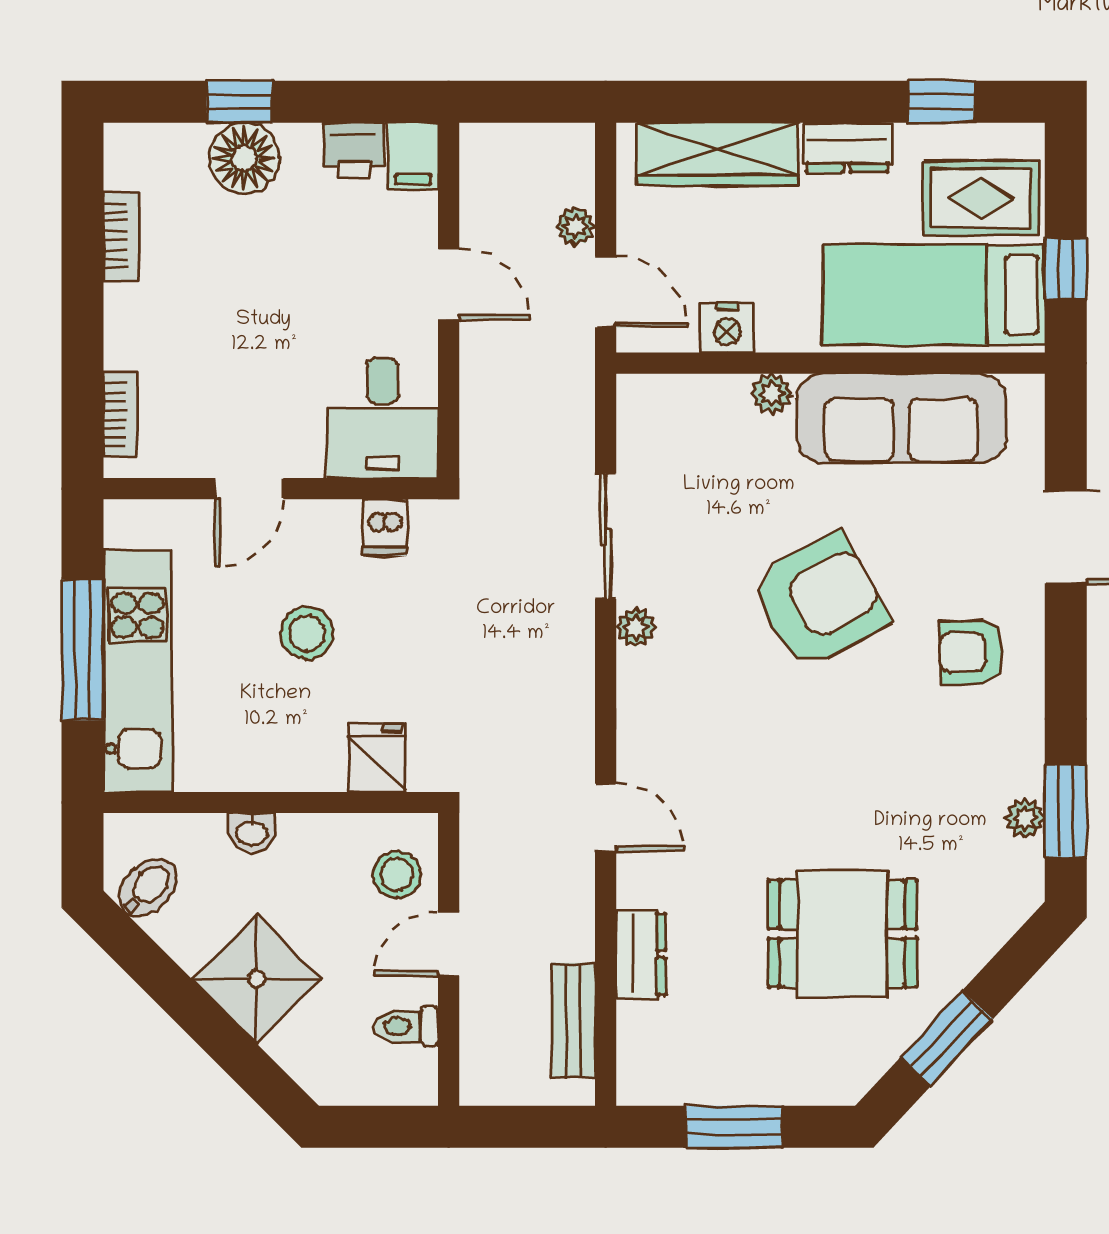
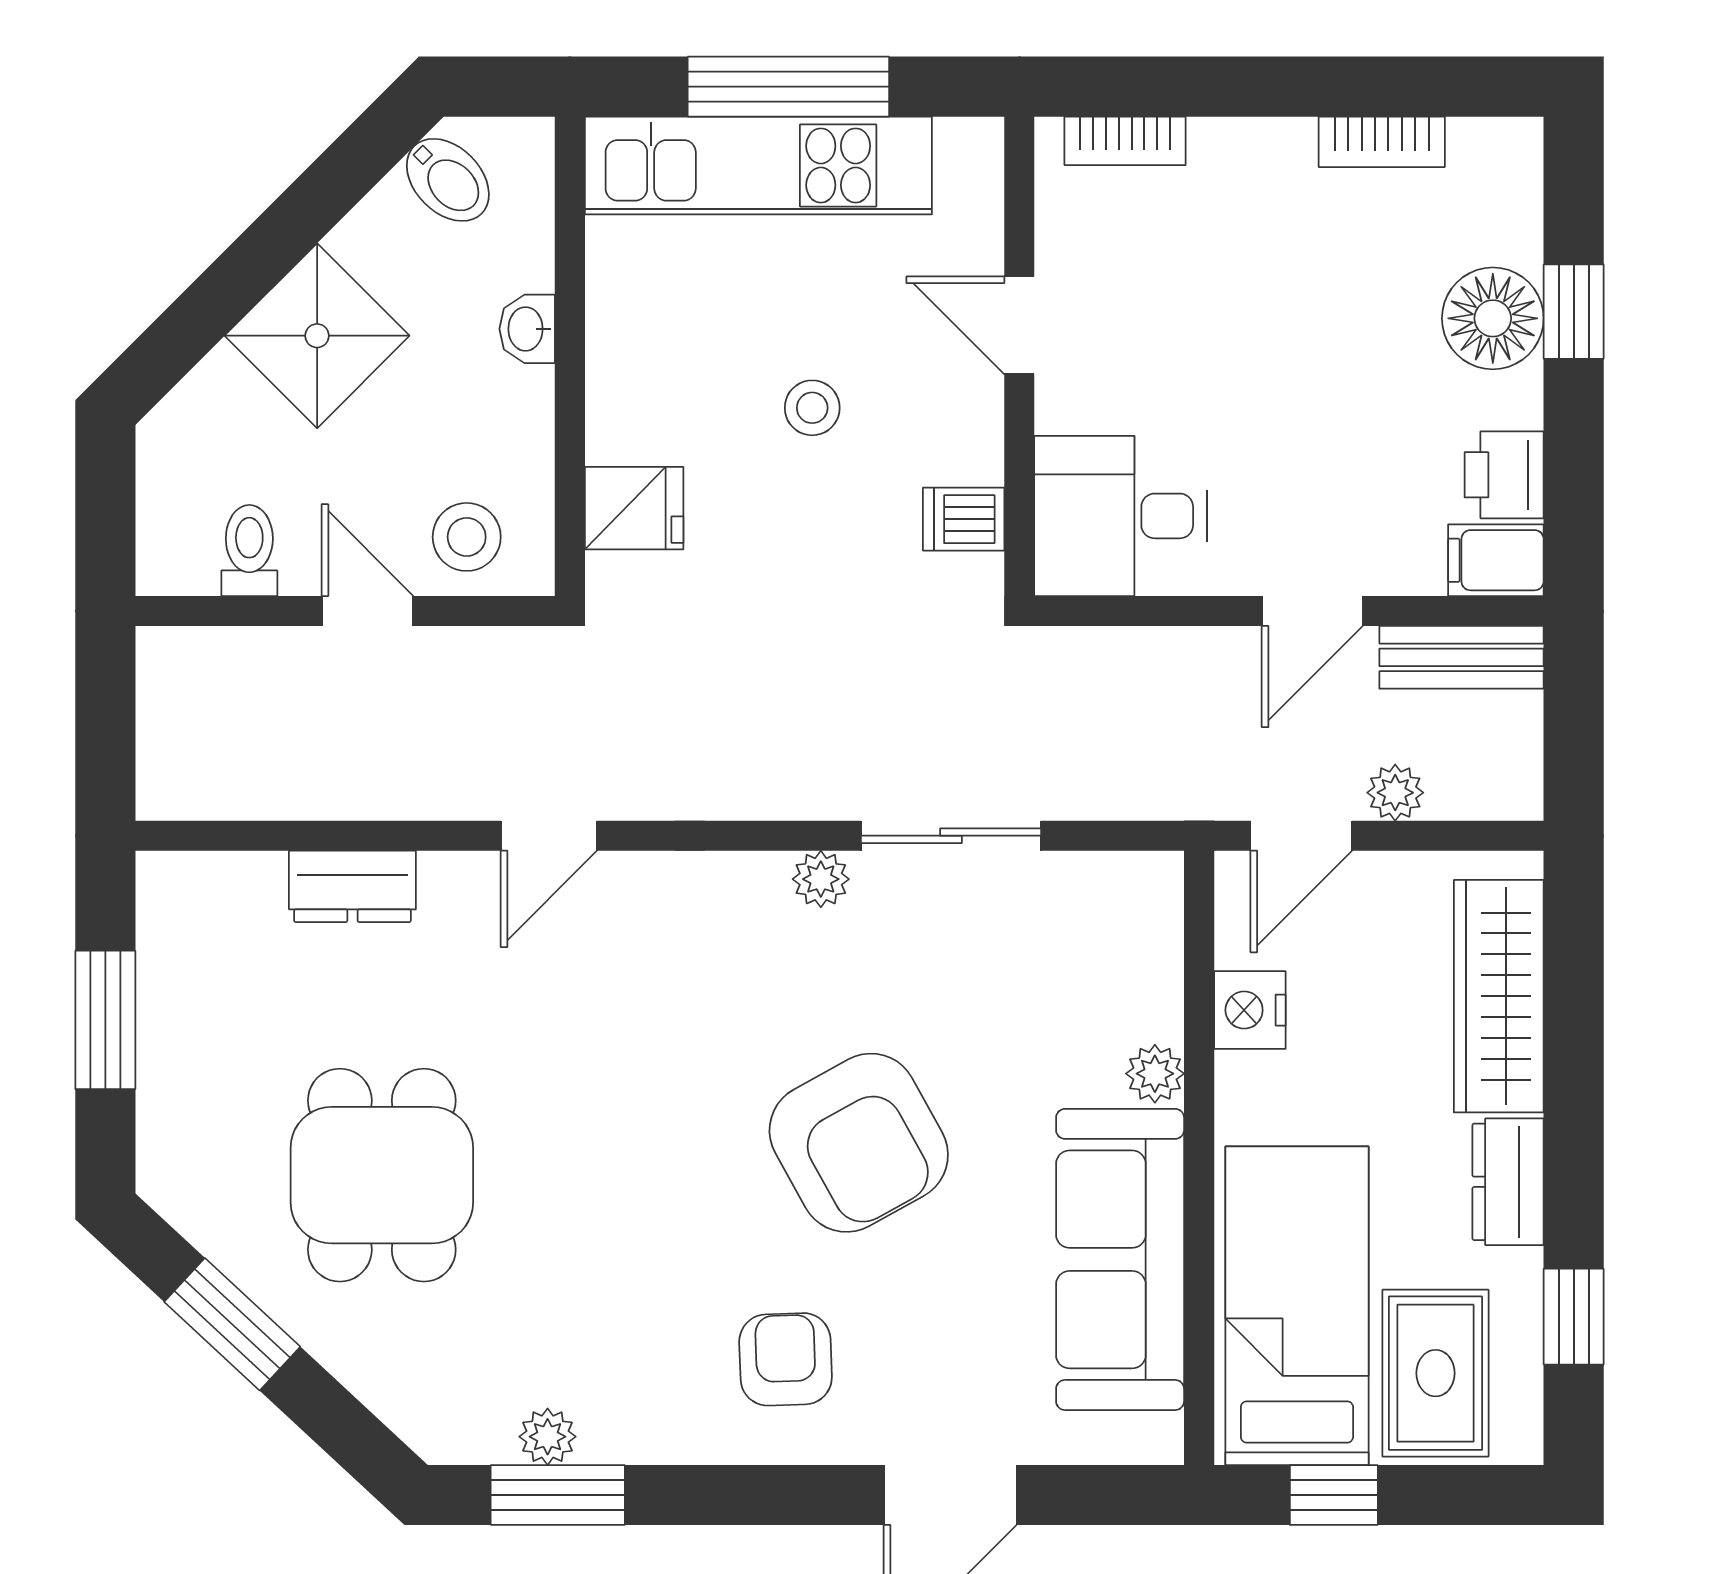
stool: (307, 633) -> (812, 408), width x0.73, depth x0.73
bench: (573, 1020) -> (1462, 657), moved

